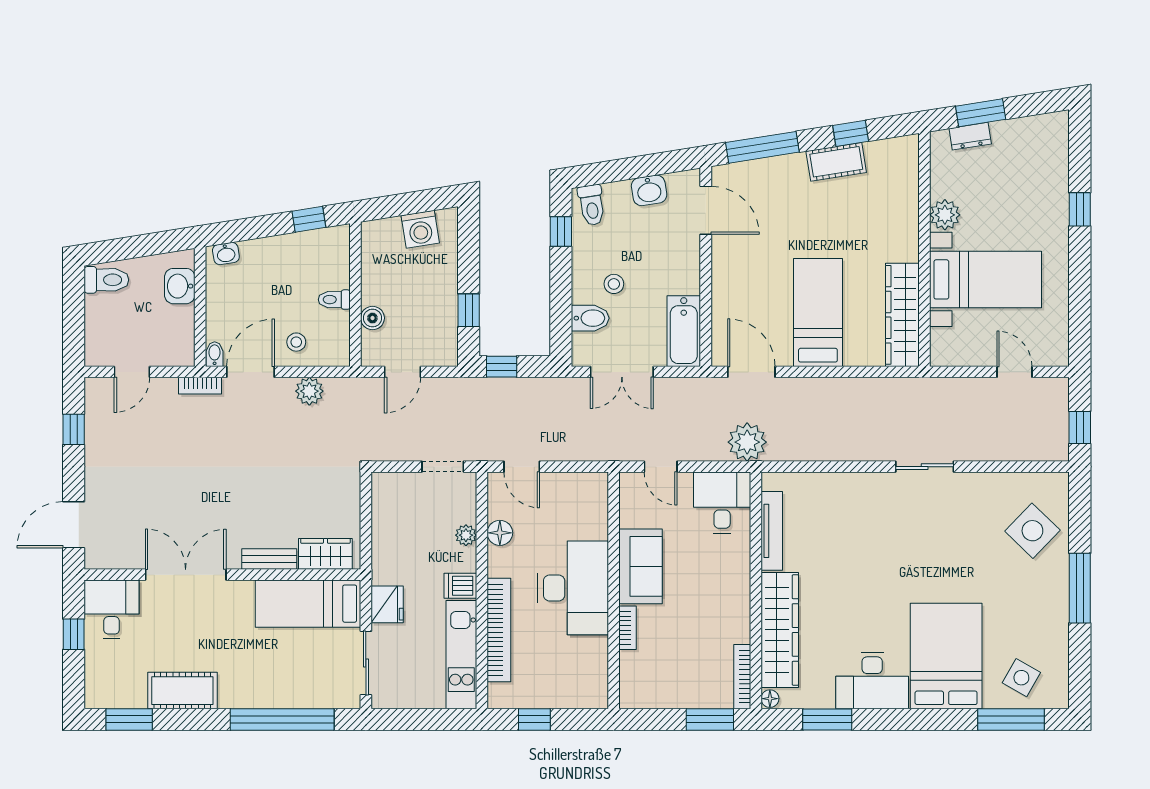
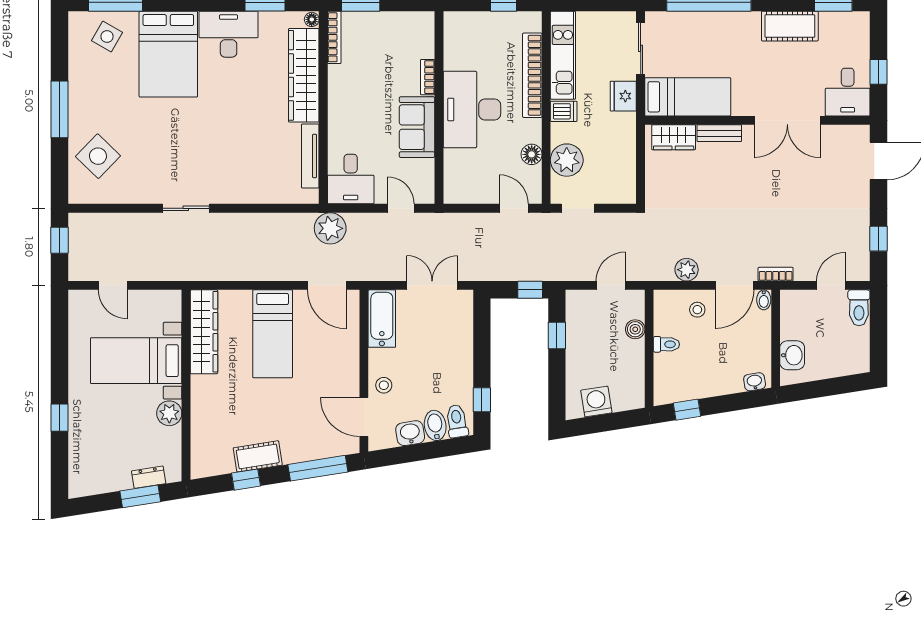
toilet: (106, 280) -> (859, 308), moved, turned -90
stool: (614, 284) -> (384, 385), moved
bidet: (590, 318) -> (435, 425), moved, turned 81
plant: (466, 535) -> (567, 160), width x1.88, depth x1.88

